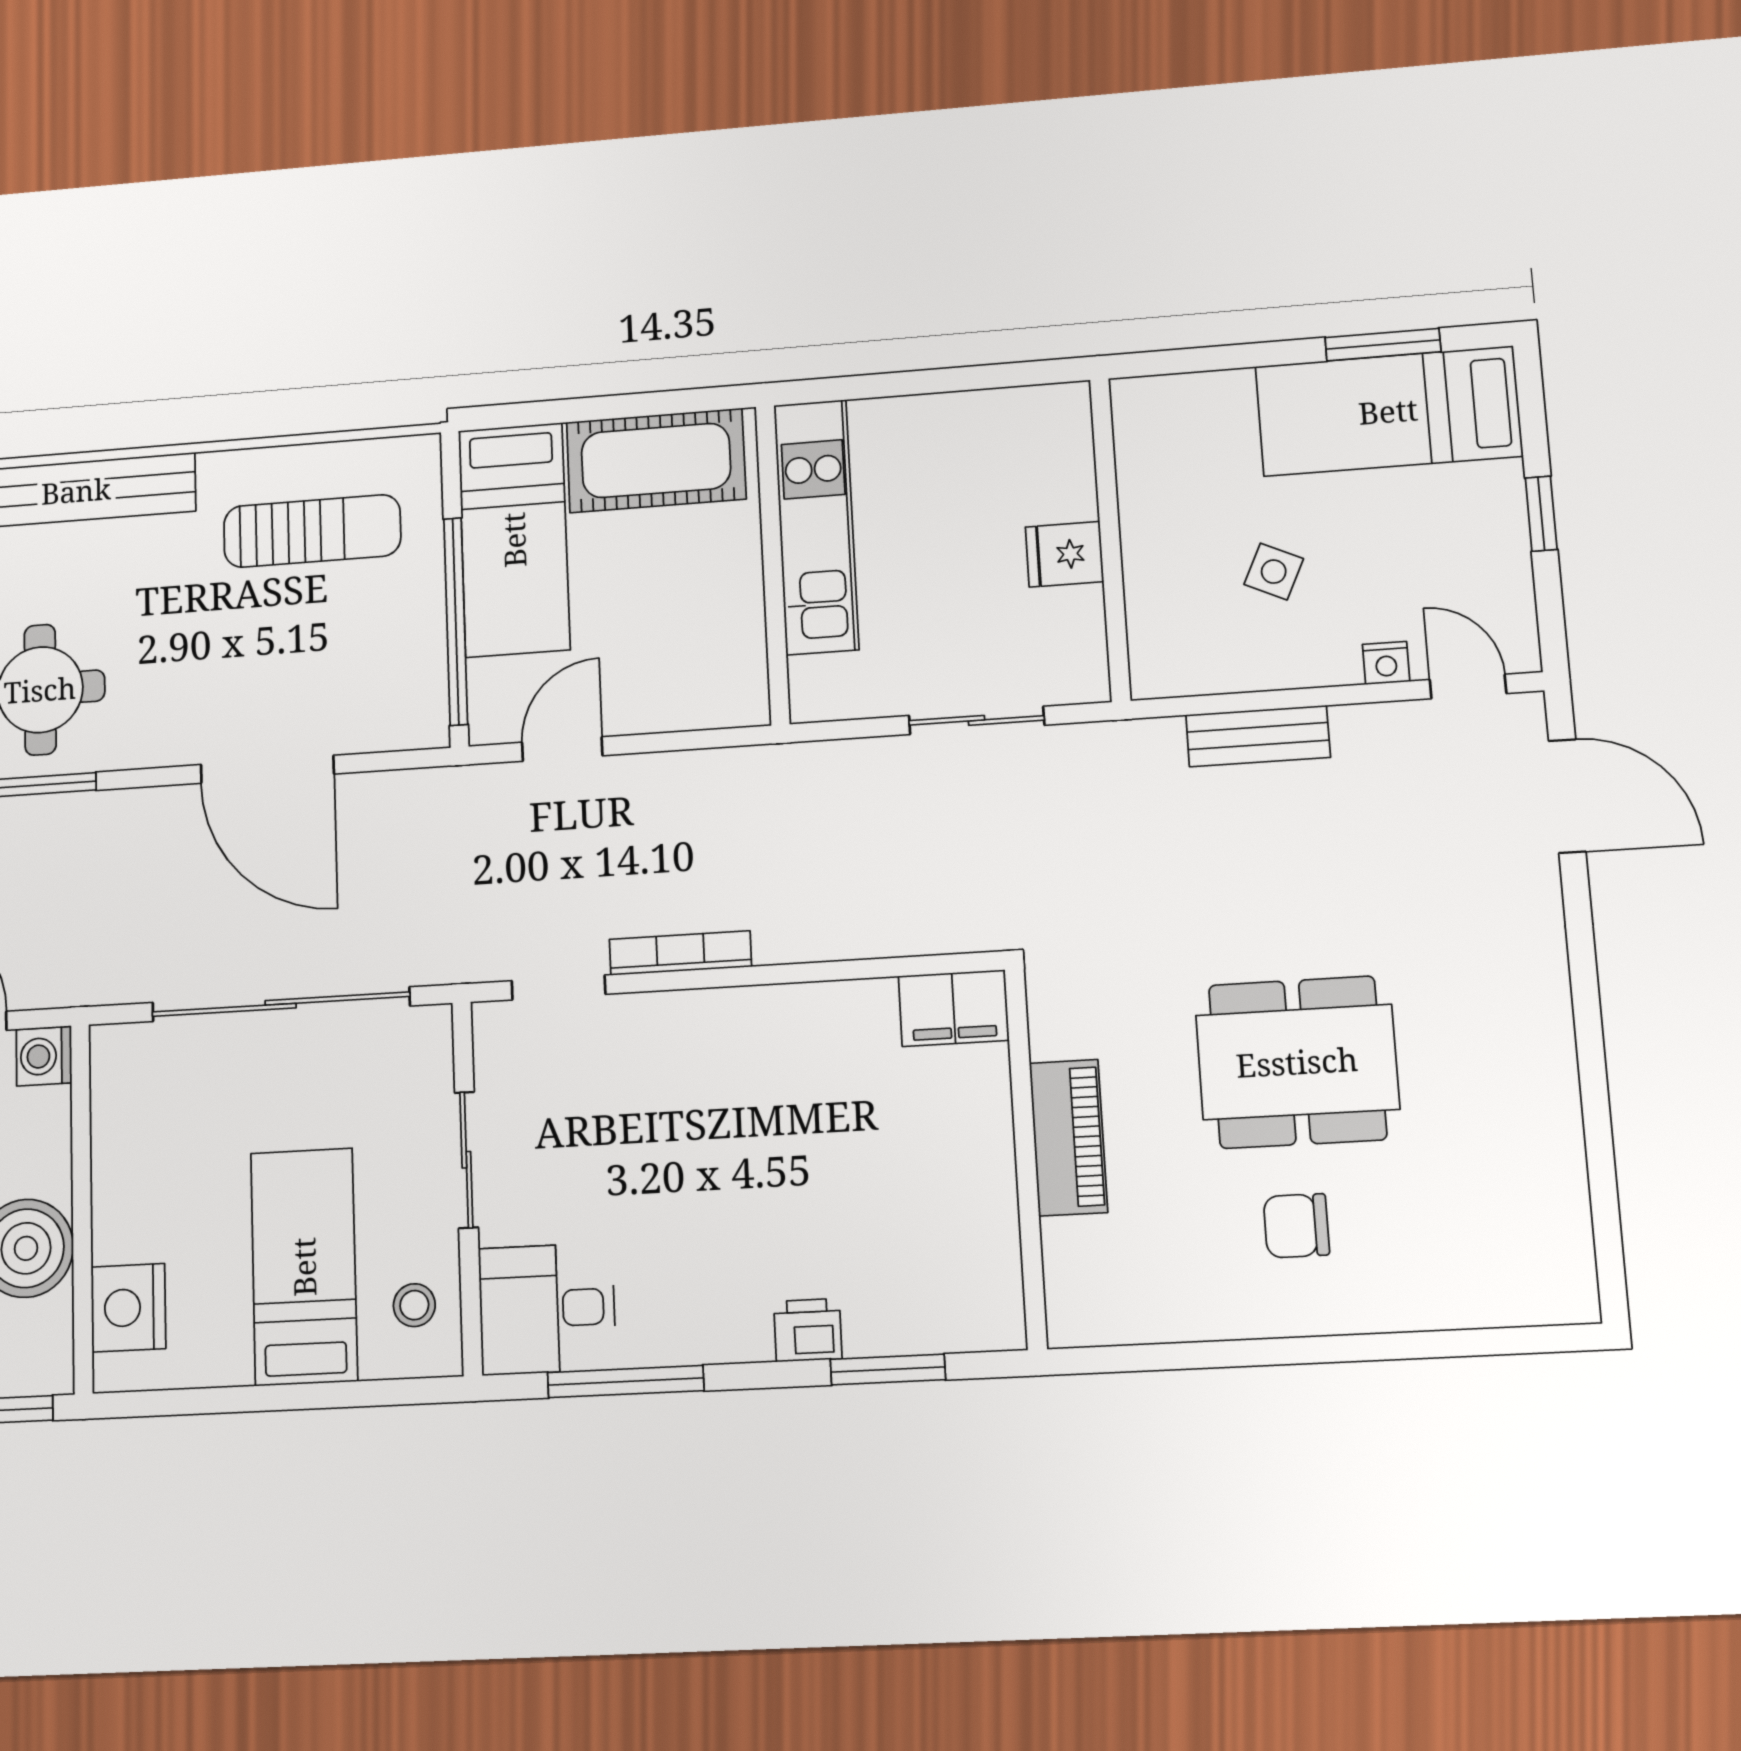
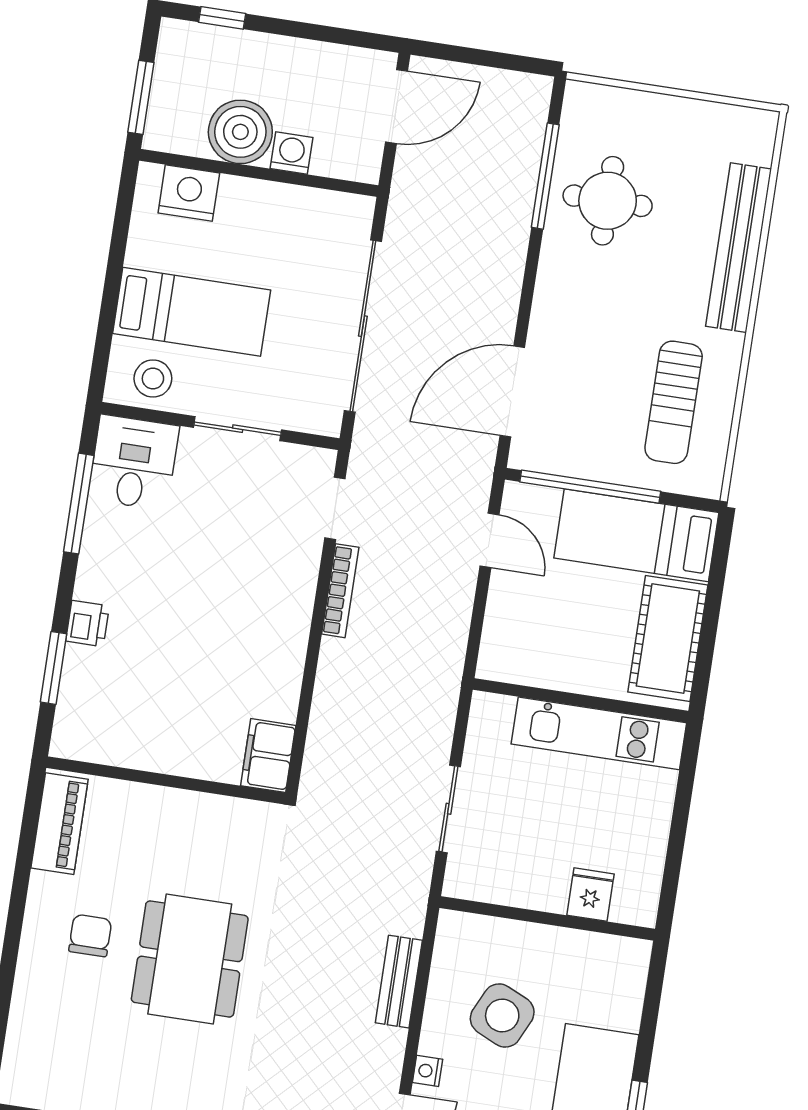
fridge: (1064, 554) -> (590, 895), moved
side table: (1274, 572) -> (502, 1015), width x1.87, depth x1.87
door: (267, 769) -> (512, 392), moved
washing machine: (44, 1056) -> (292, 153), moved
piano: (1068, 1137) -> (60, 824), moved, turned -90
stool: (414, 1305) -> (153, 378), width x1.37, depth x1.37

